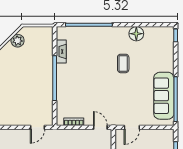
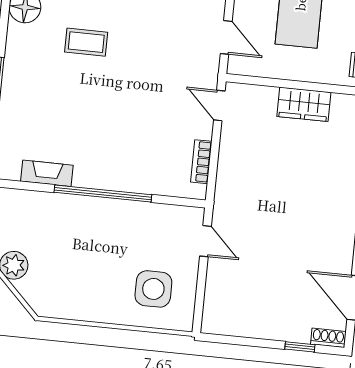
side table: (13, 106) -> (153, 289), added
door: (100, 127) -> (219, 105), hinge flipped

